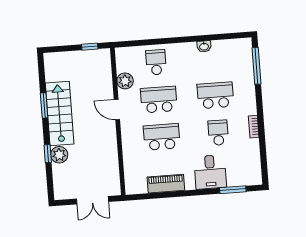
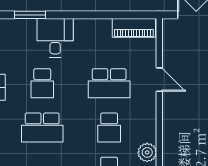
school desk: (159, 100) -> (109, 127), width x0.54
door: (117, 109) -> (159, 80), moved
piano: (166, 184) -> (134, 28), moved

